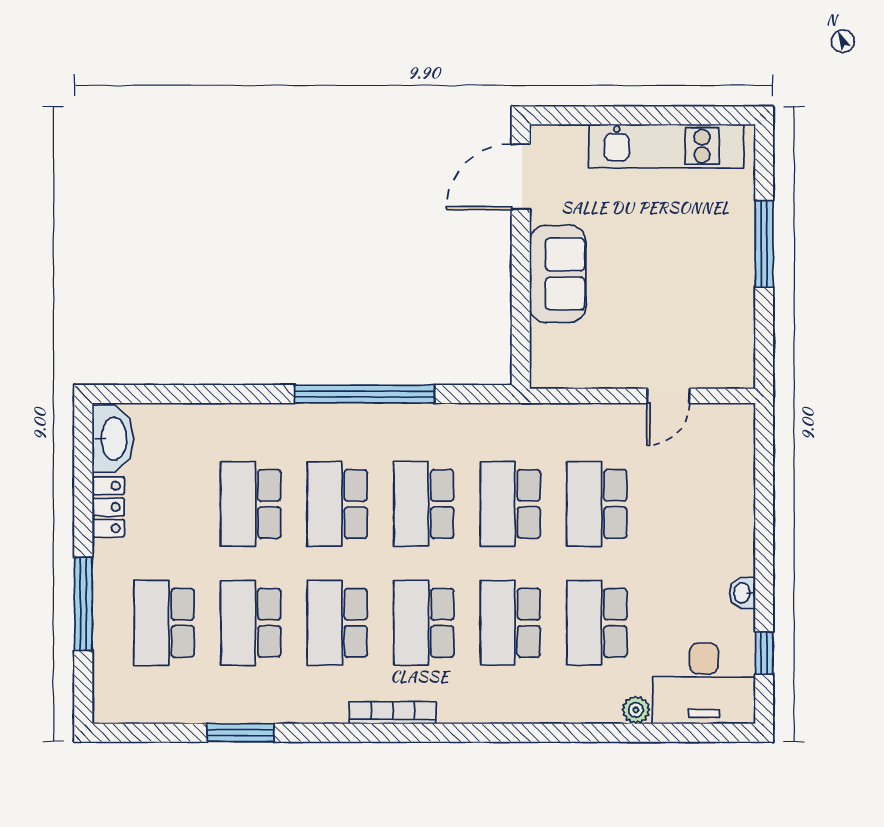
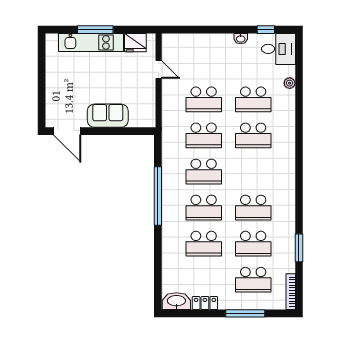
kitchen unit: (666, 146) -> (91, 42), moved, turned 90
fridge: (733, 340) -> (135, 43), added
school desk: (424, 623) -> (253, 172), removed
desk: (704, 684) -> (278, 49), width x0.73
bookcase: (393, 713) -> (291, 292), moved

